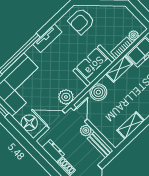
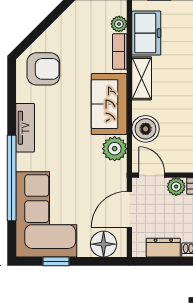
armchair: (81, 21) -> (43, 69), turned -90
plant: (66, 97) -> (115, 149), moved

